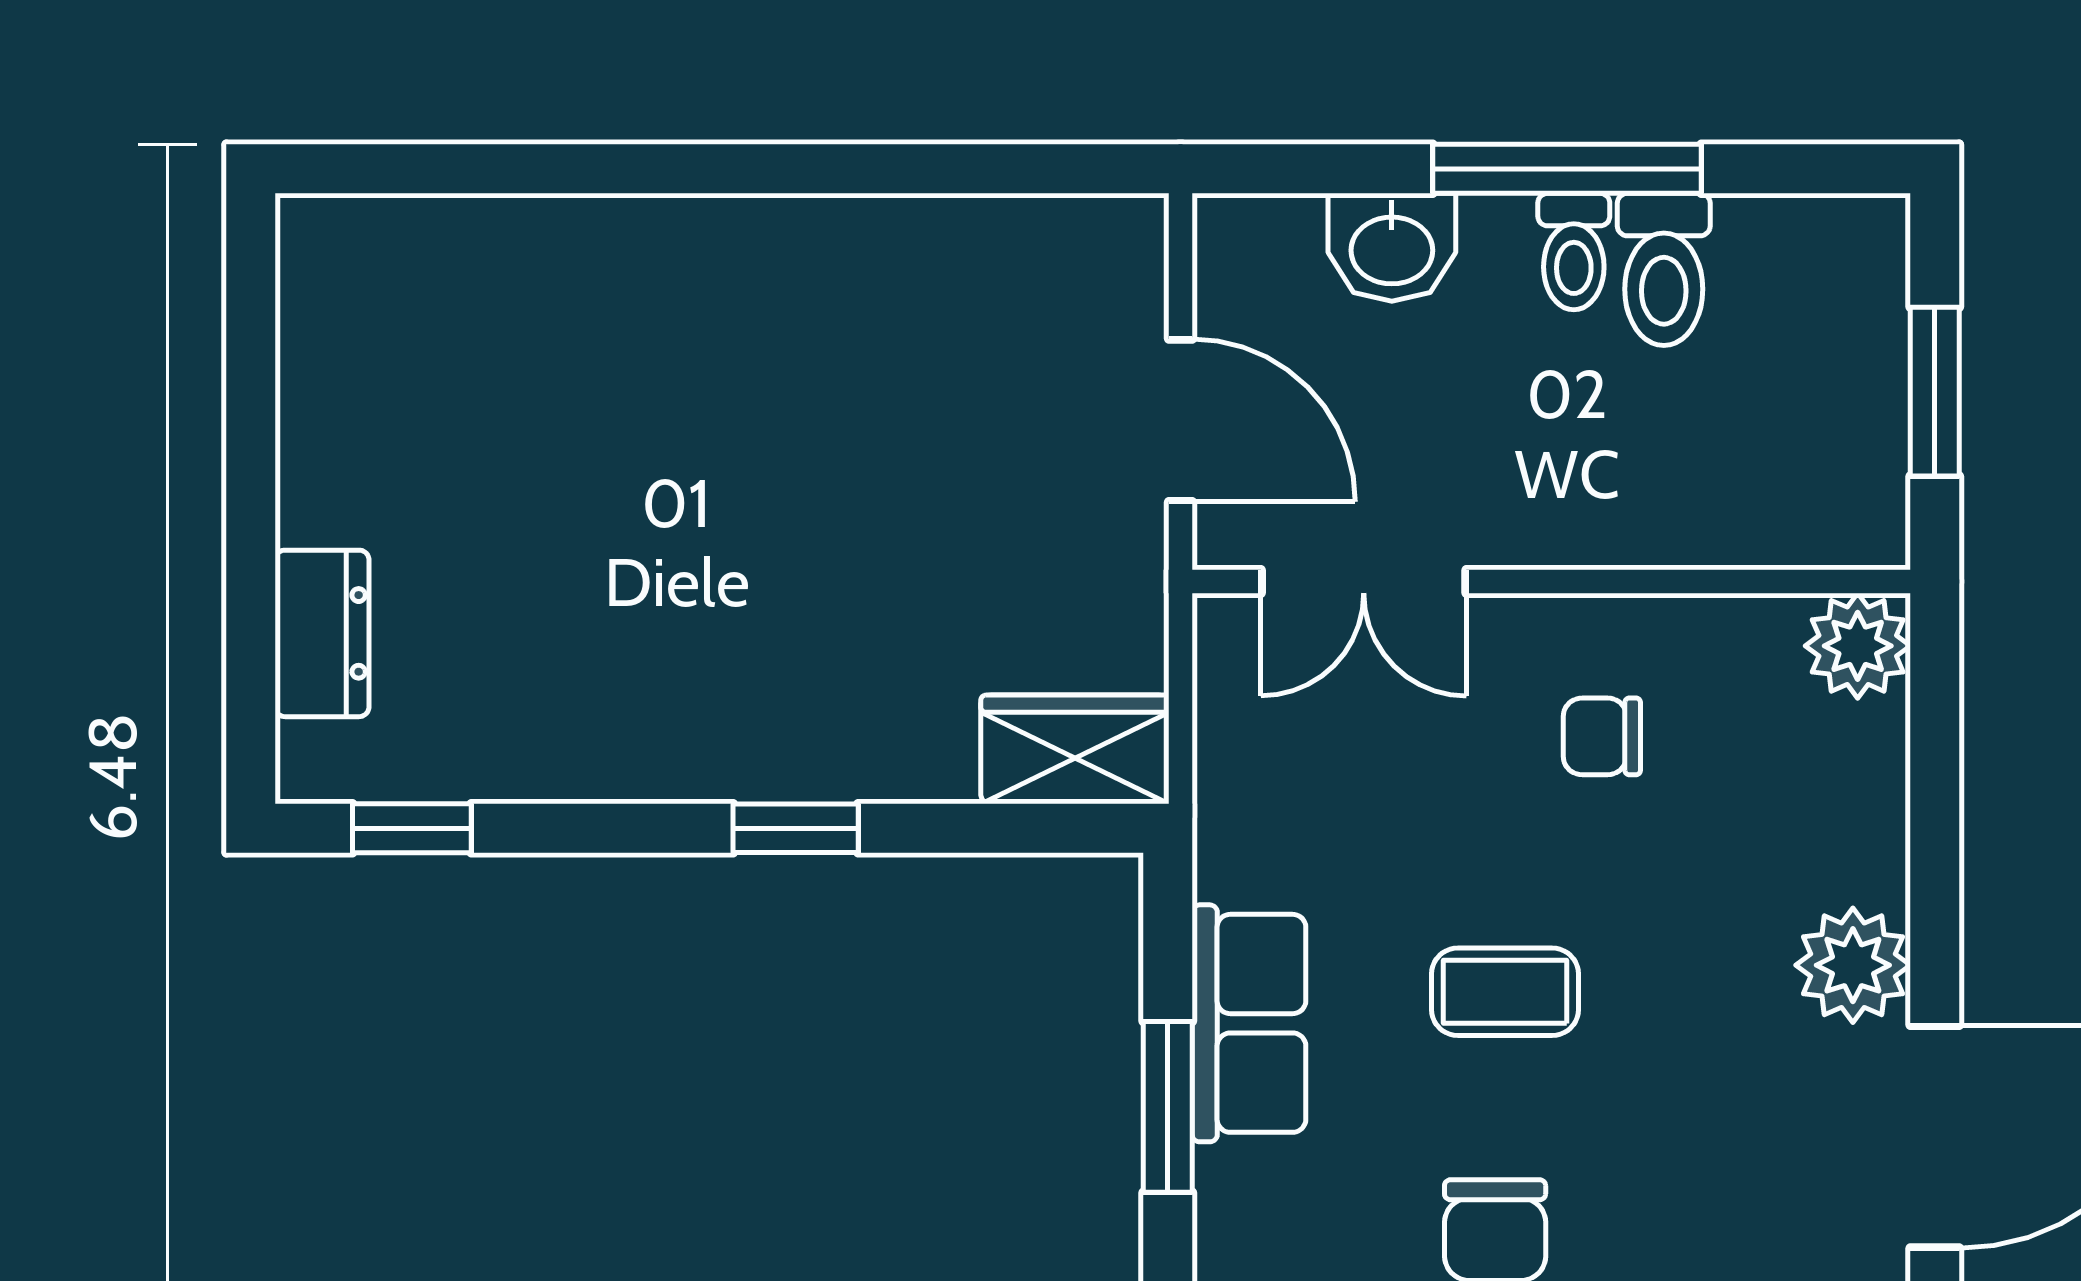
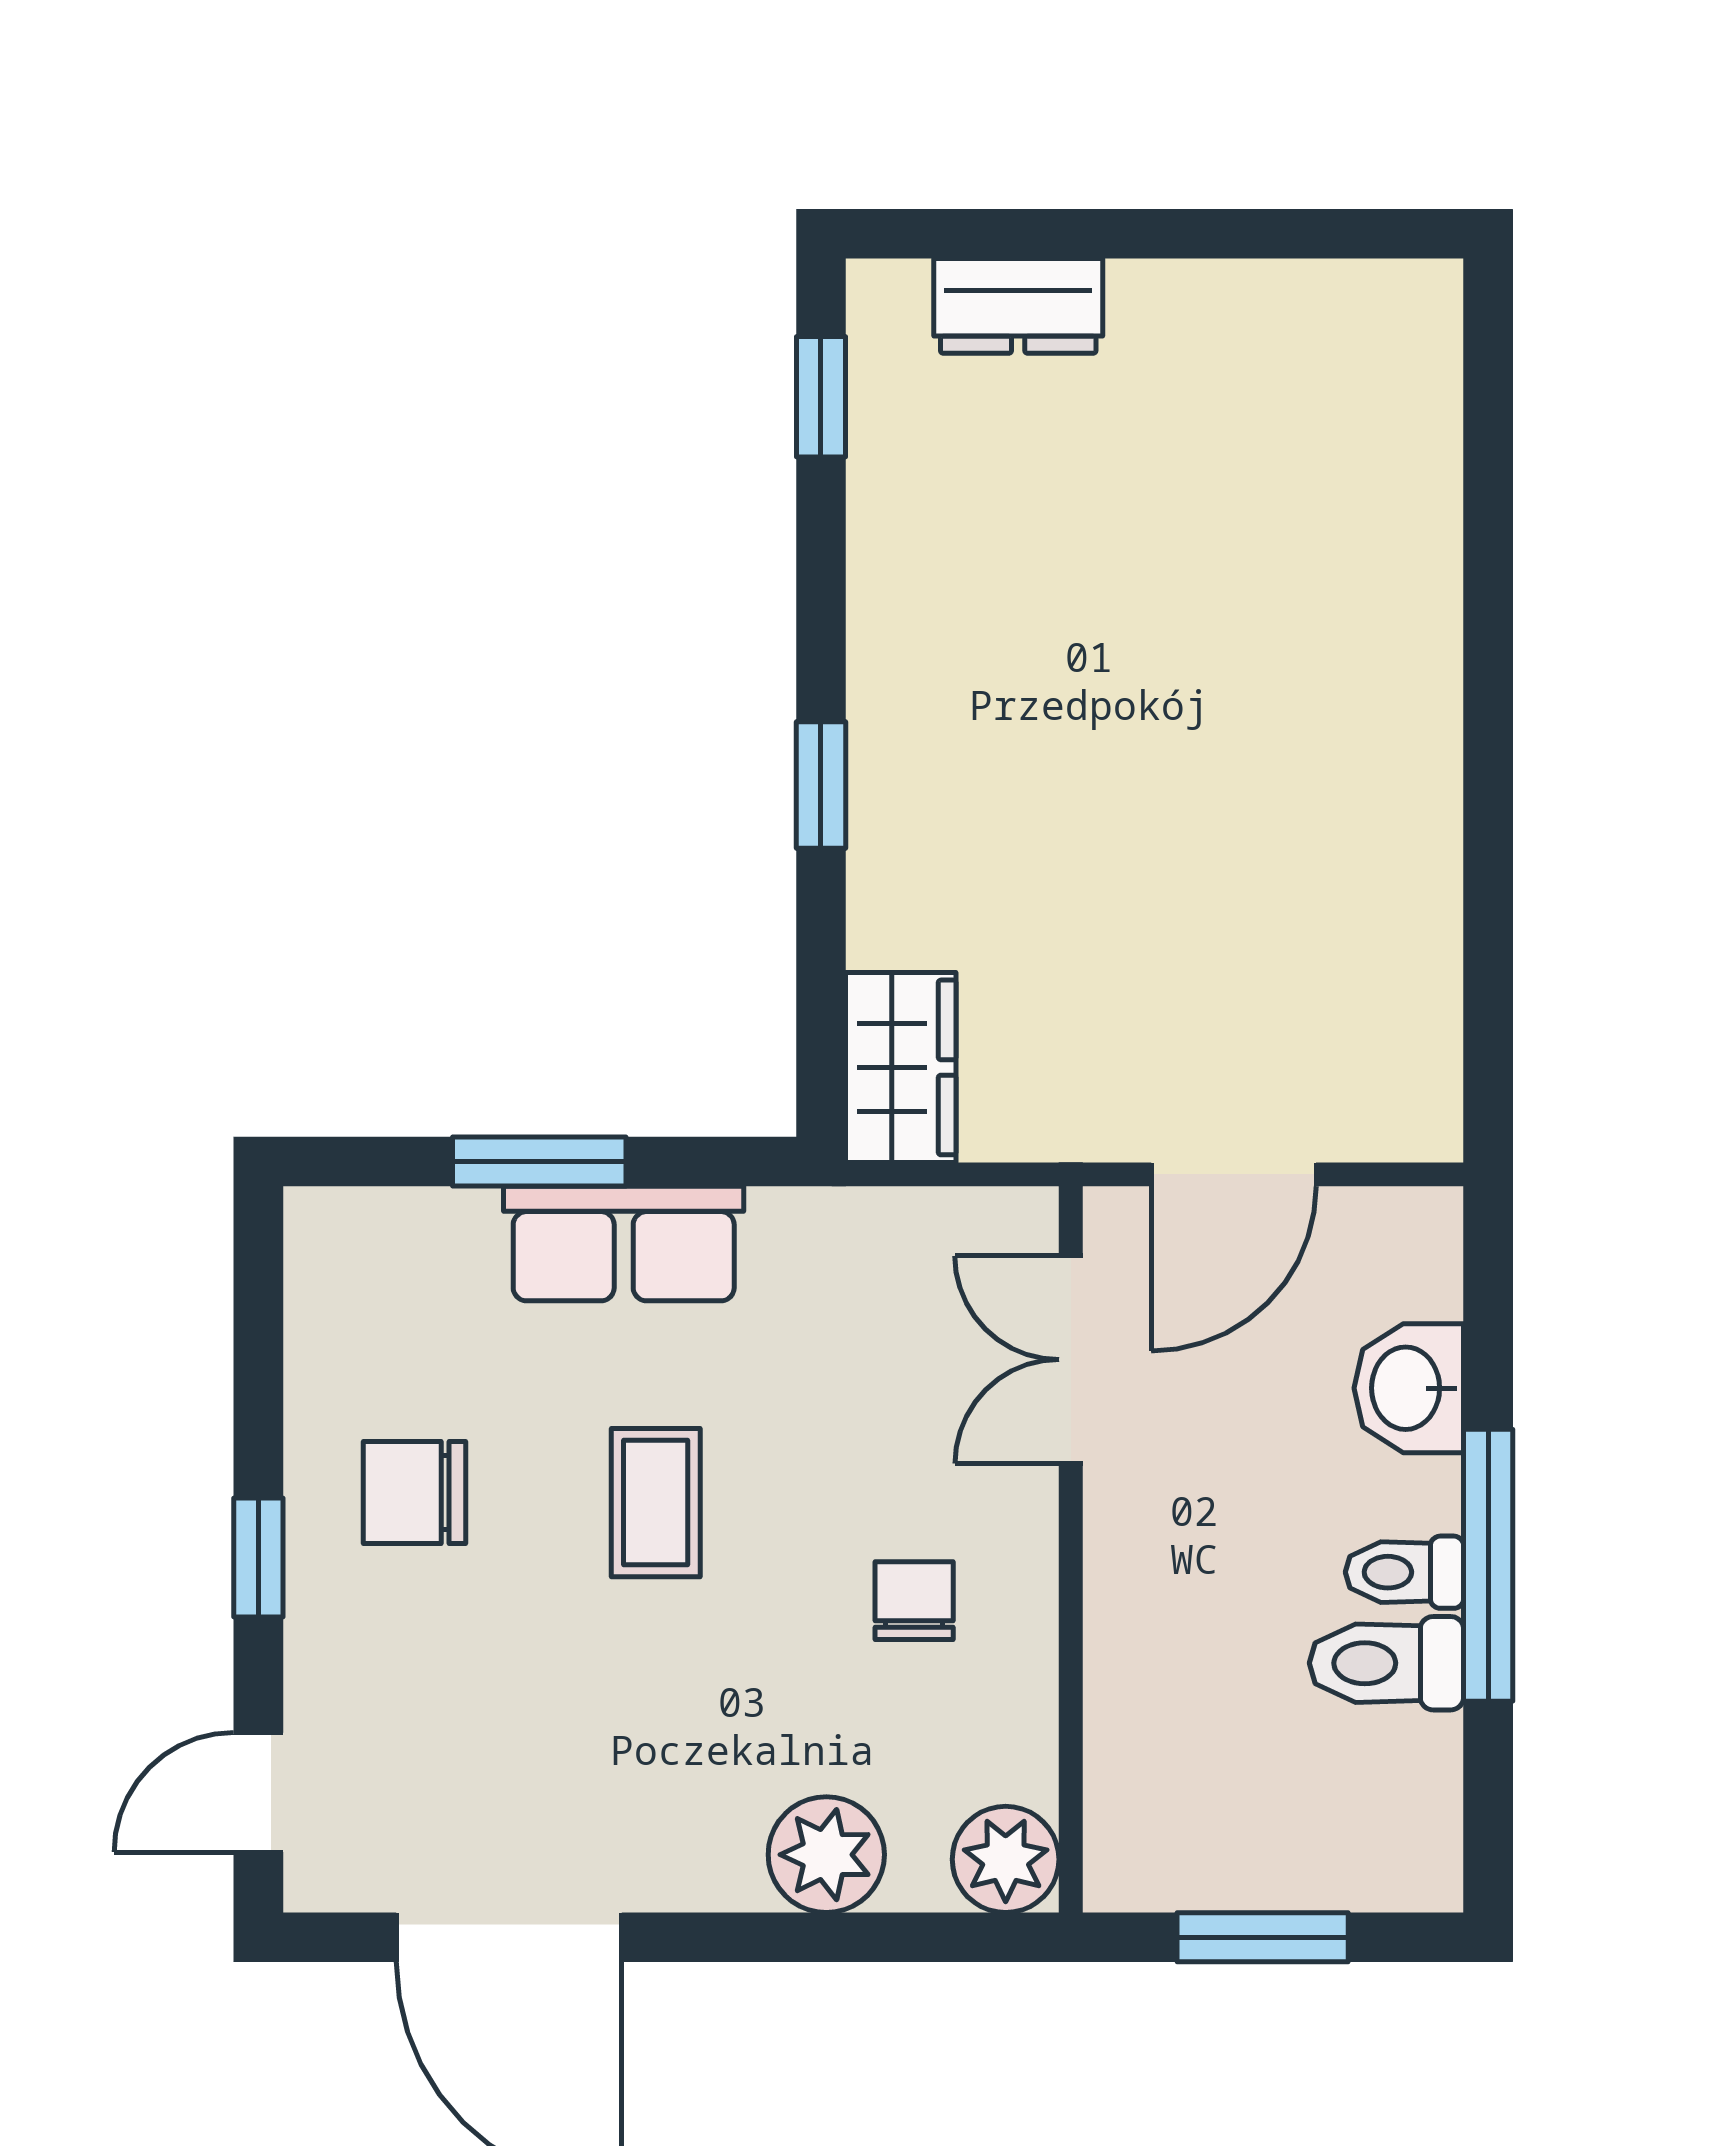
plant: (1853, 965) -> (826, 1855), moved

